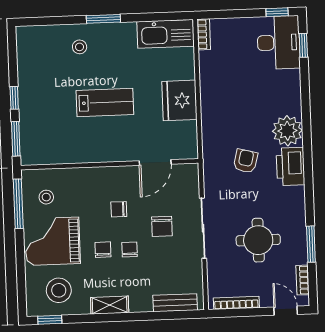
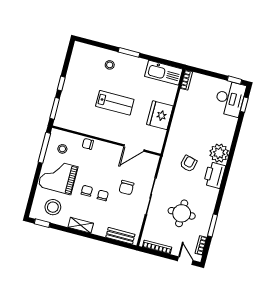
chair: (119, 209) -> (88, 144), moved

